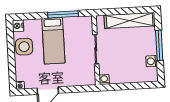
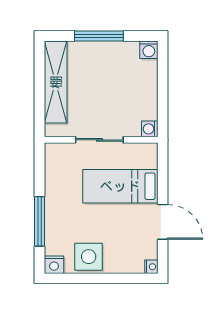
window: (63, 14) -> (40, 221), moved
bed: (53, 41) -> (120, 186), moved, turned 180
washing machine: (152, 61) -> (149, 50), moved

